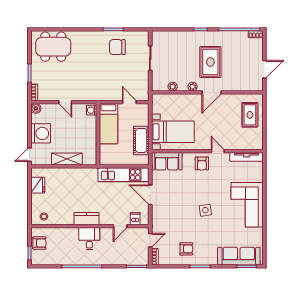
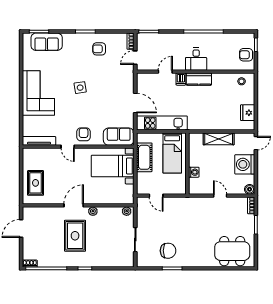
plant: (173, 87) -> (127, 211), moved
washing machine: (92, 110) -> (194, 172), moved
bed: (108, 124) -> (172, 153), moved, turned 180
dishwasher: (135, 219) -> (181, 79), moved
sofa: (239, 256) -> (47, 42), width x0.73

